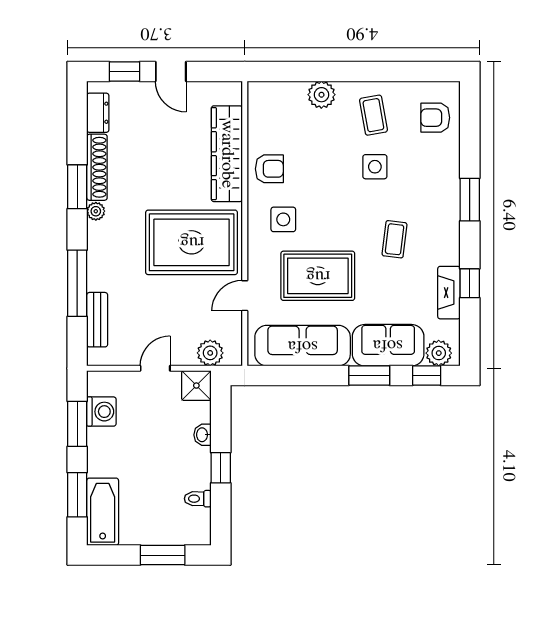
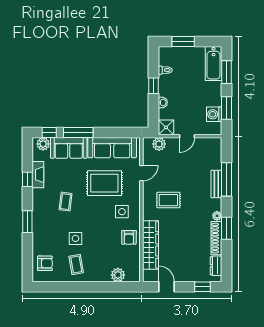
door: (171, 71) -> (167, 287), moved
plant: (321, 95) -> (118, 275), moved
armchair: (269, 169) -> (129, 237), turned -90
rug: (192, 242) -> (168, 200), width x0.54, depth x0.49
bench: (97, 320) -> (216, 184), moved
window: (369, 375) -> (78, 133), width x1.44

